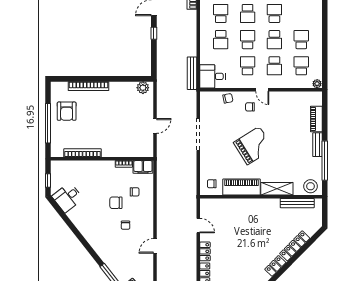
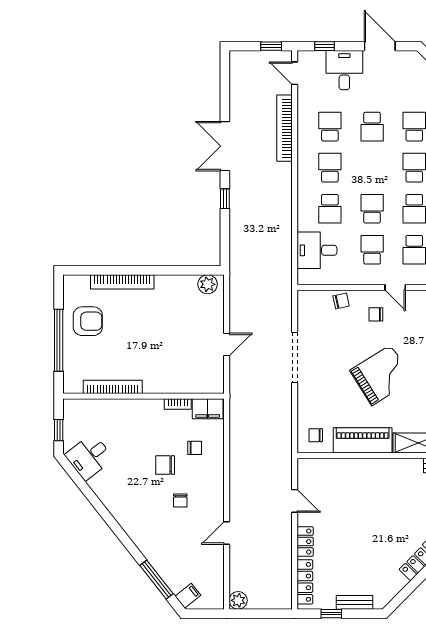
school desk: (248, 13) -> (372, 168), removed
bench: (192, 73) -> (285, 262), removed
desk: (212, 76) -> (317, 250), moved
armchair: (67, 111) -> (88, 321), turned -90

